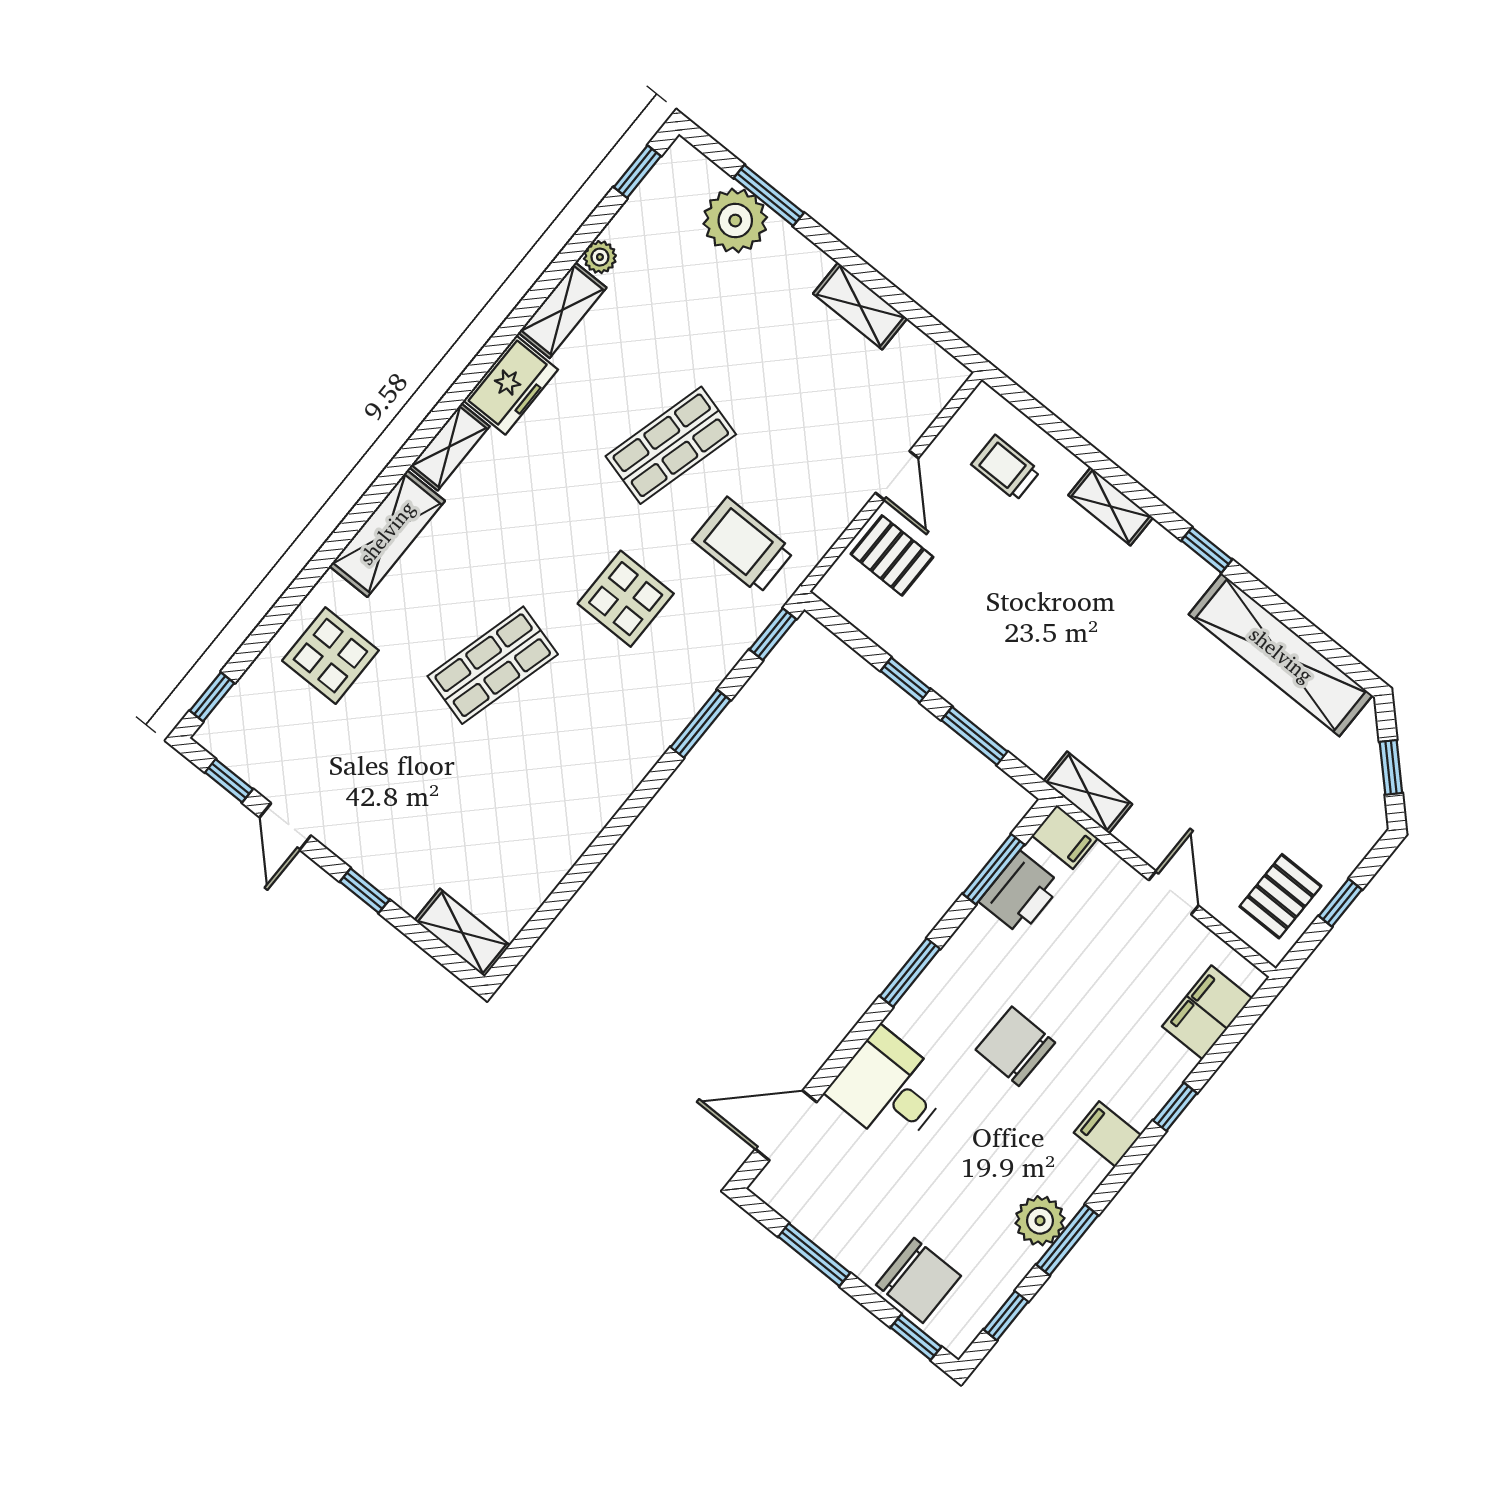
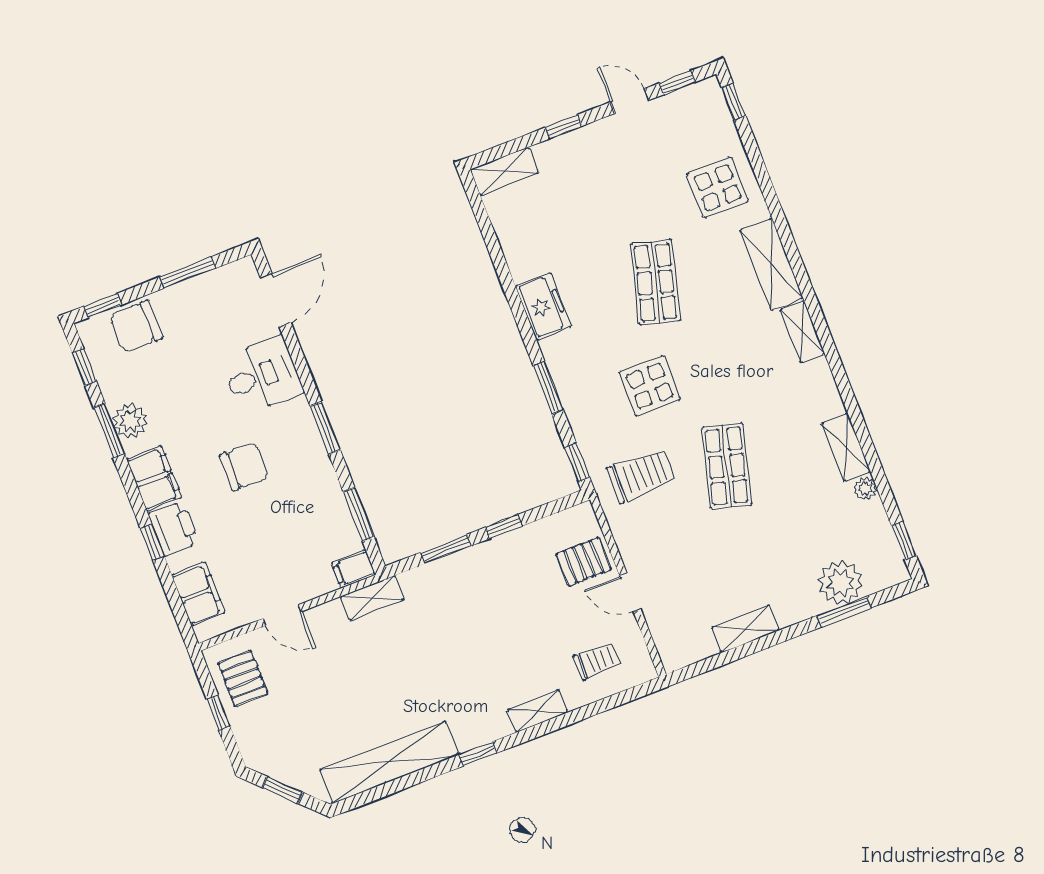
freezer: (511, 385) -> (543, 306), moved, turned 180
printer: (1020, 893) -> (174, 528), moved, turned 180
filing cabinet: (1107, 1134) -> (154, 478), width x2.00

